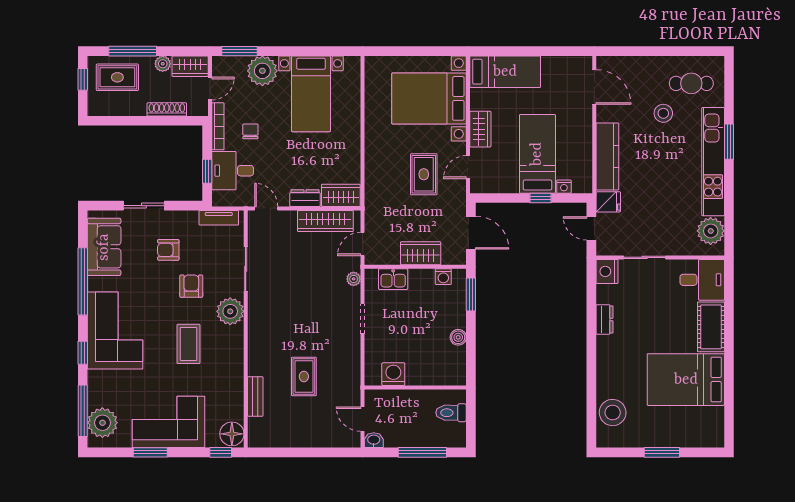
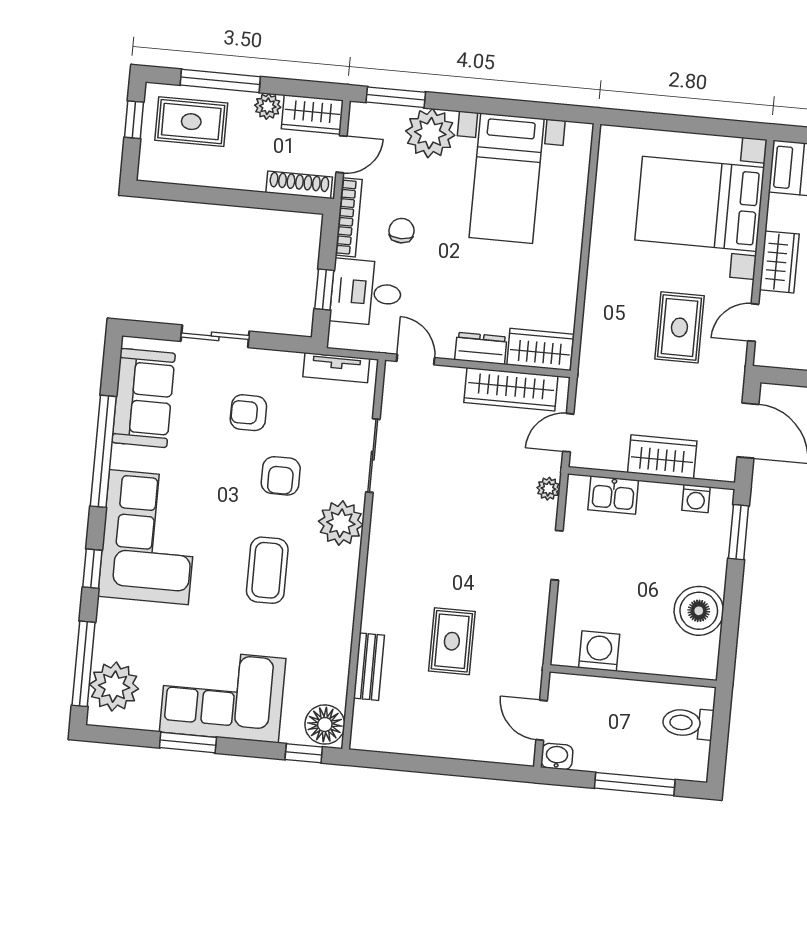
shoe rack: (167, 109) -> (299, 185), moved
armchair: (191, 286) -> (281, 476), turned 180
boiler: (458, 337) -> (699, 611), width x1.86, depth x1.86

